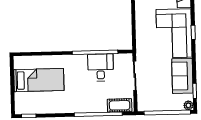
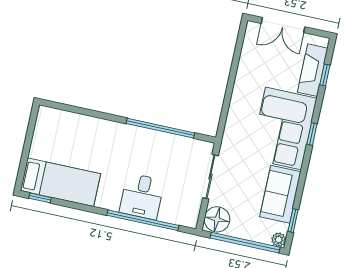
desk: (101, 68) -> (142, 196), moved, turned 180
bed: (39, 80) -> (60, 182), moved
floor lamp: (146, 102) -> (217, 219), added
cot: (120, 105) -> (177, 215), removed

